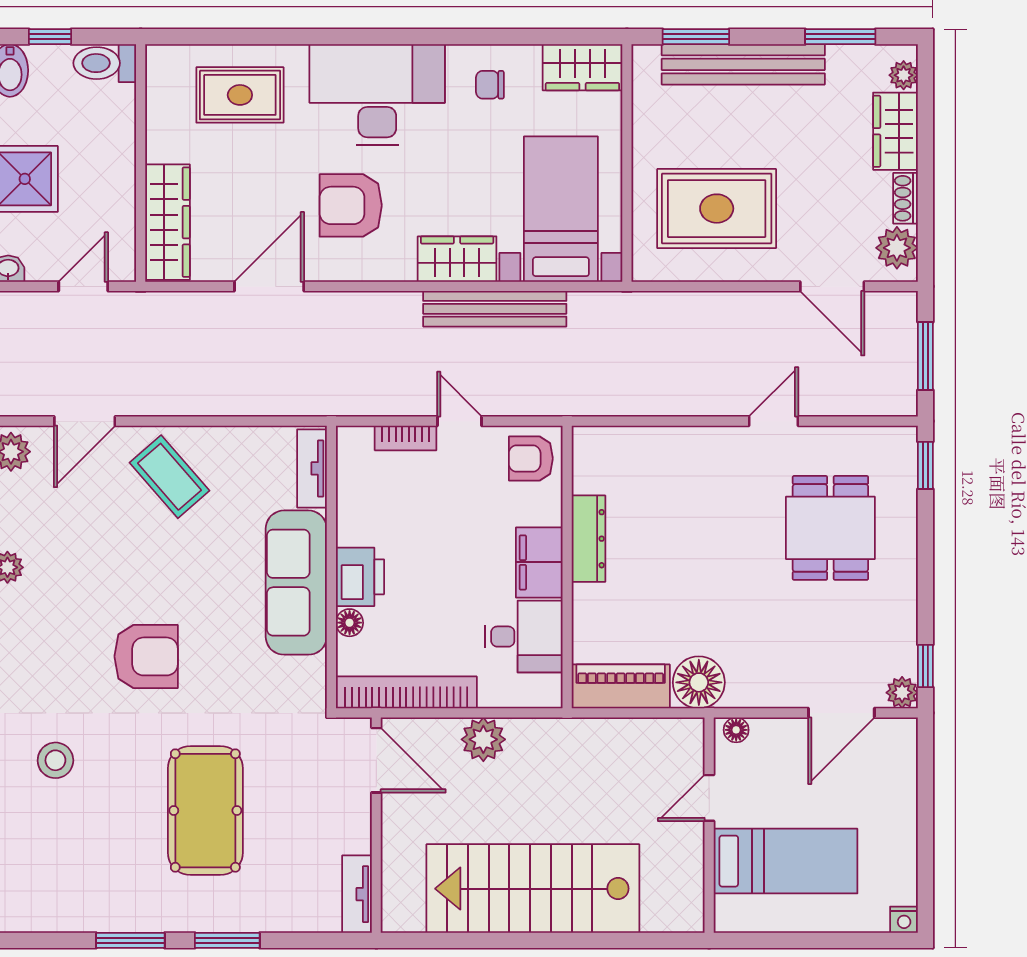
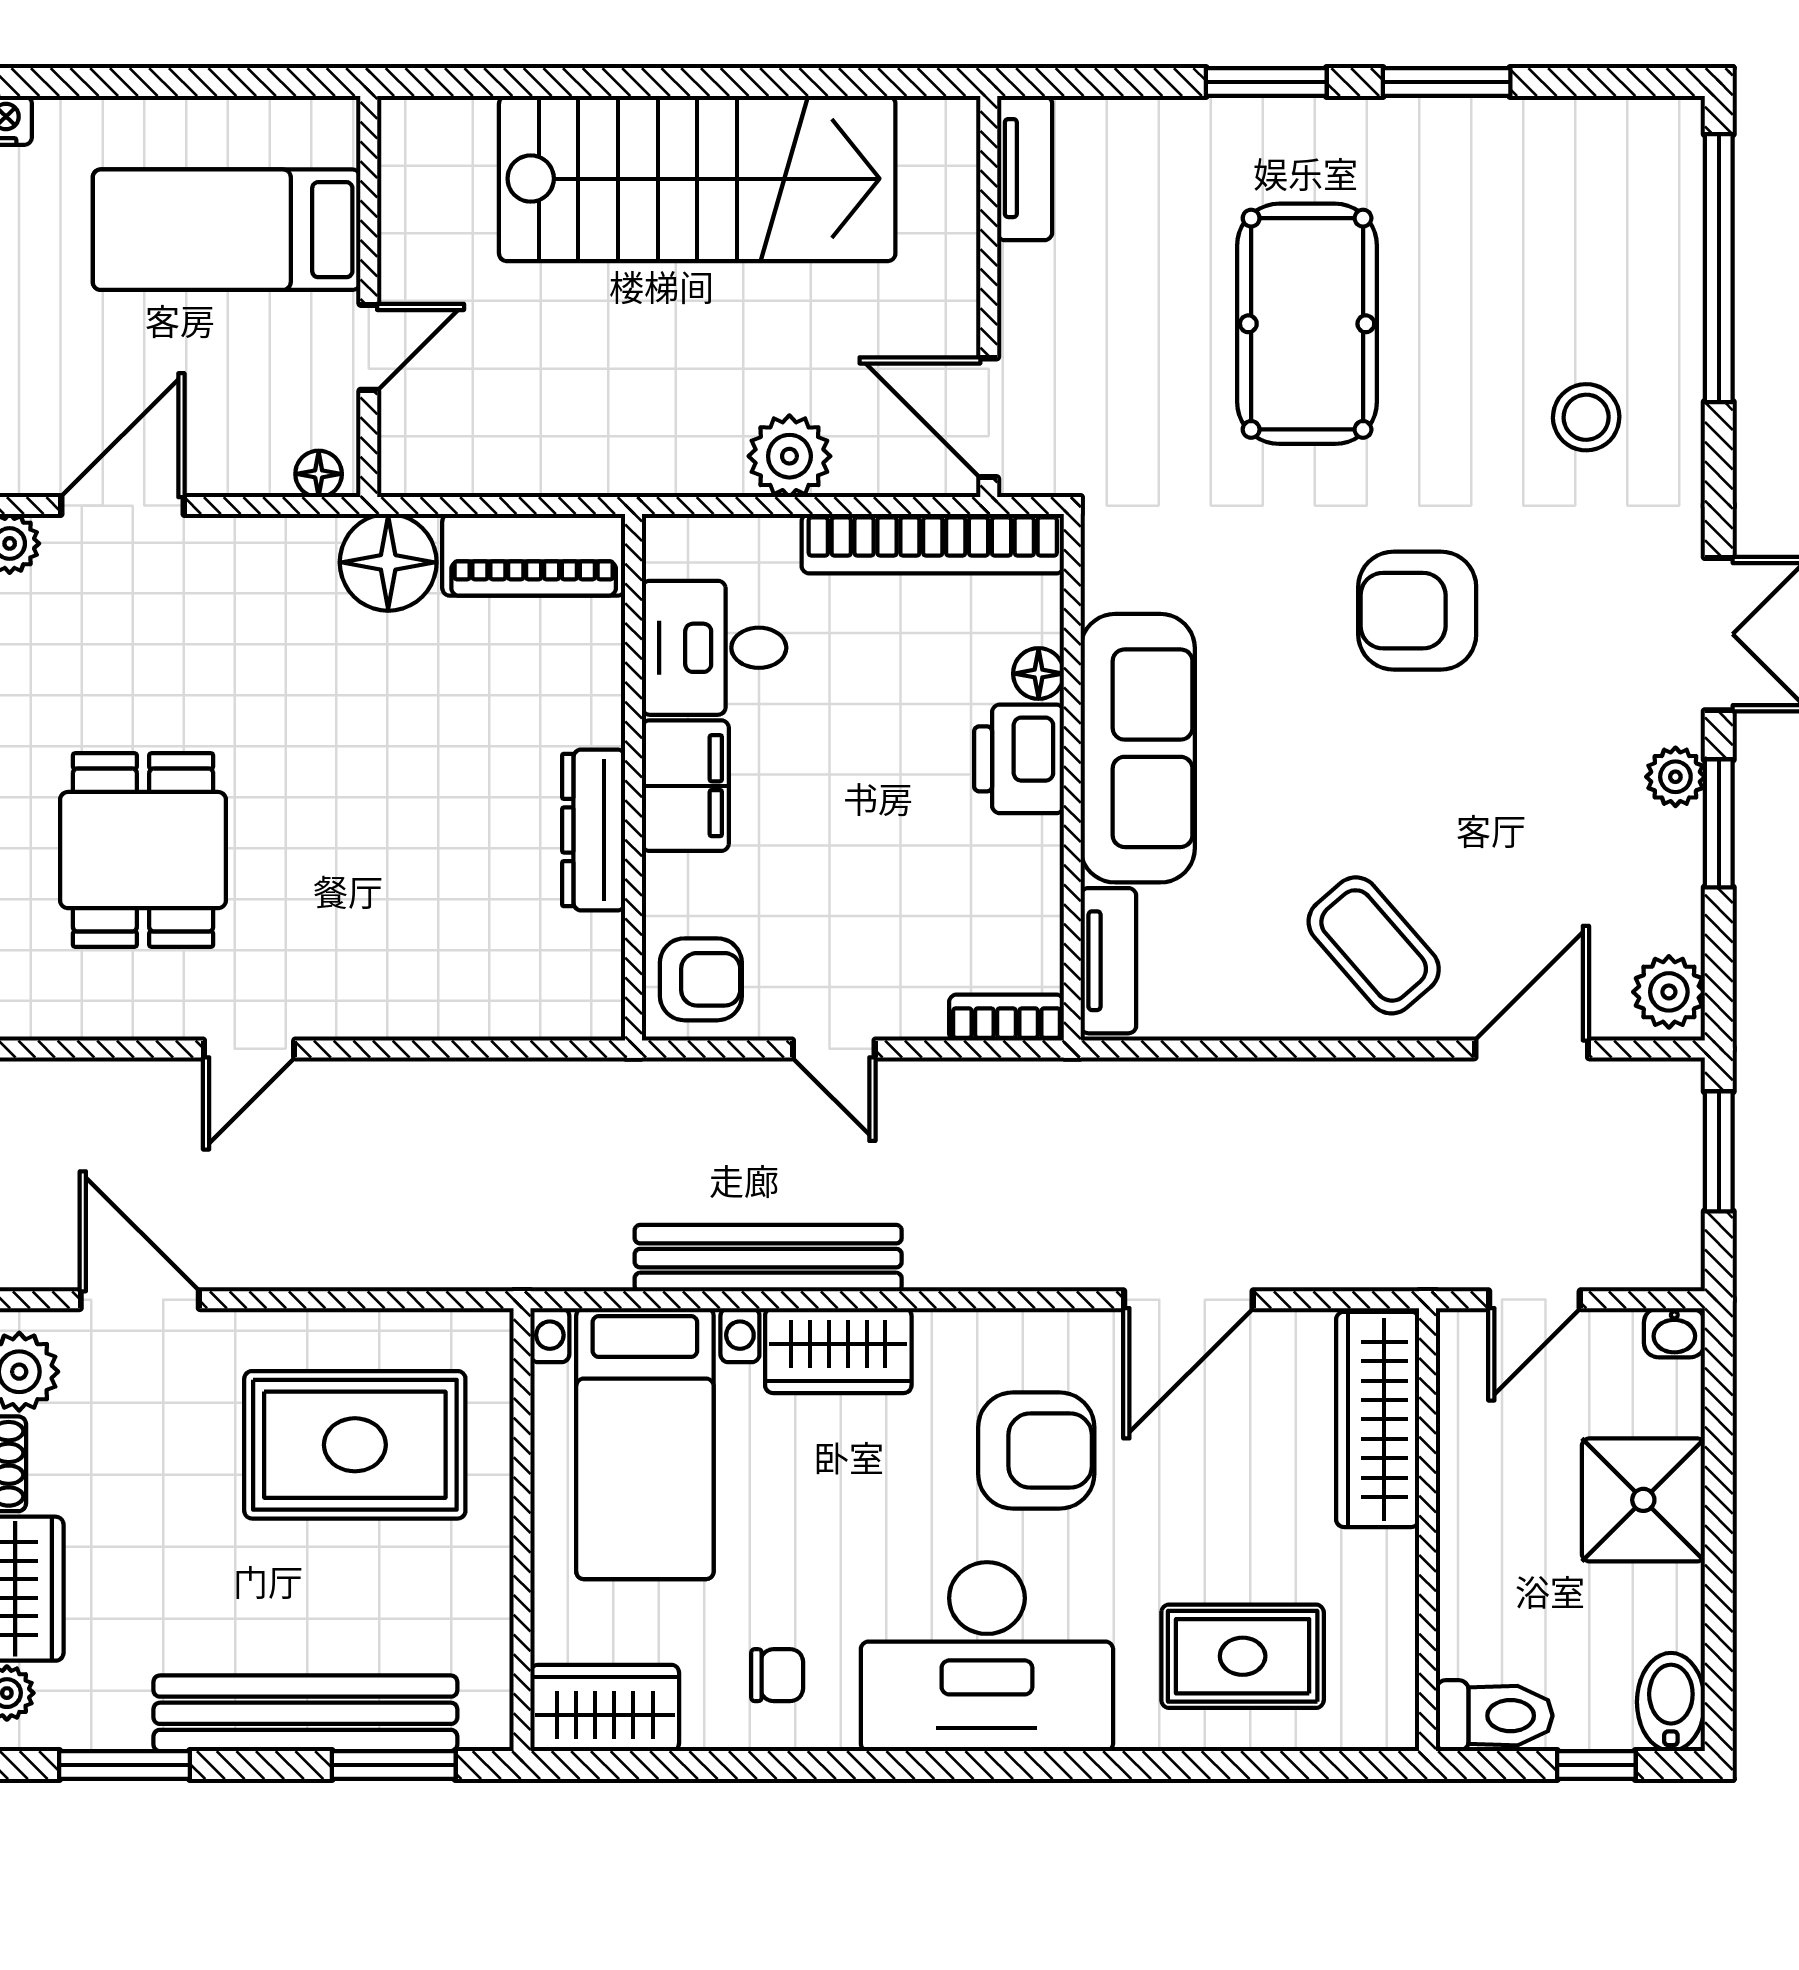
bookcase: (406, 438) -> (1006, 1018), moved

